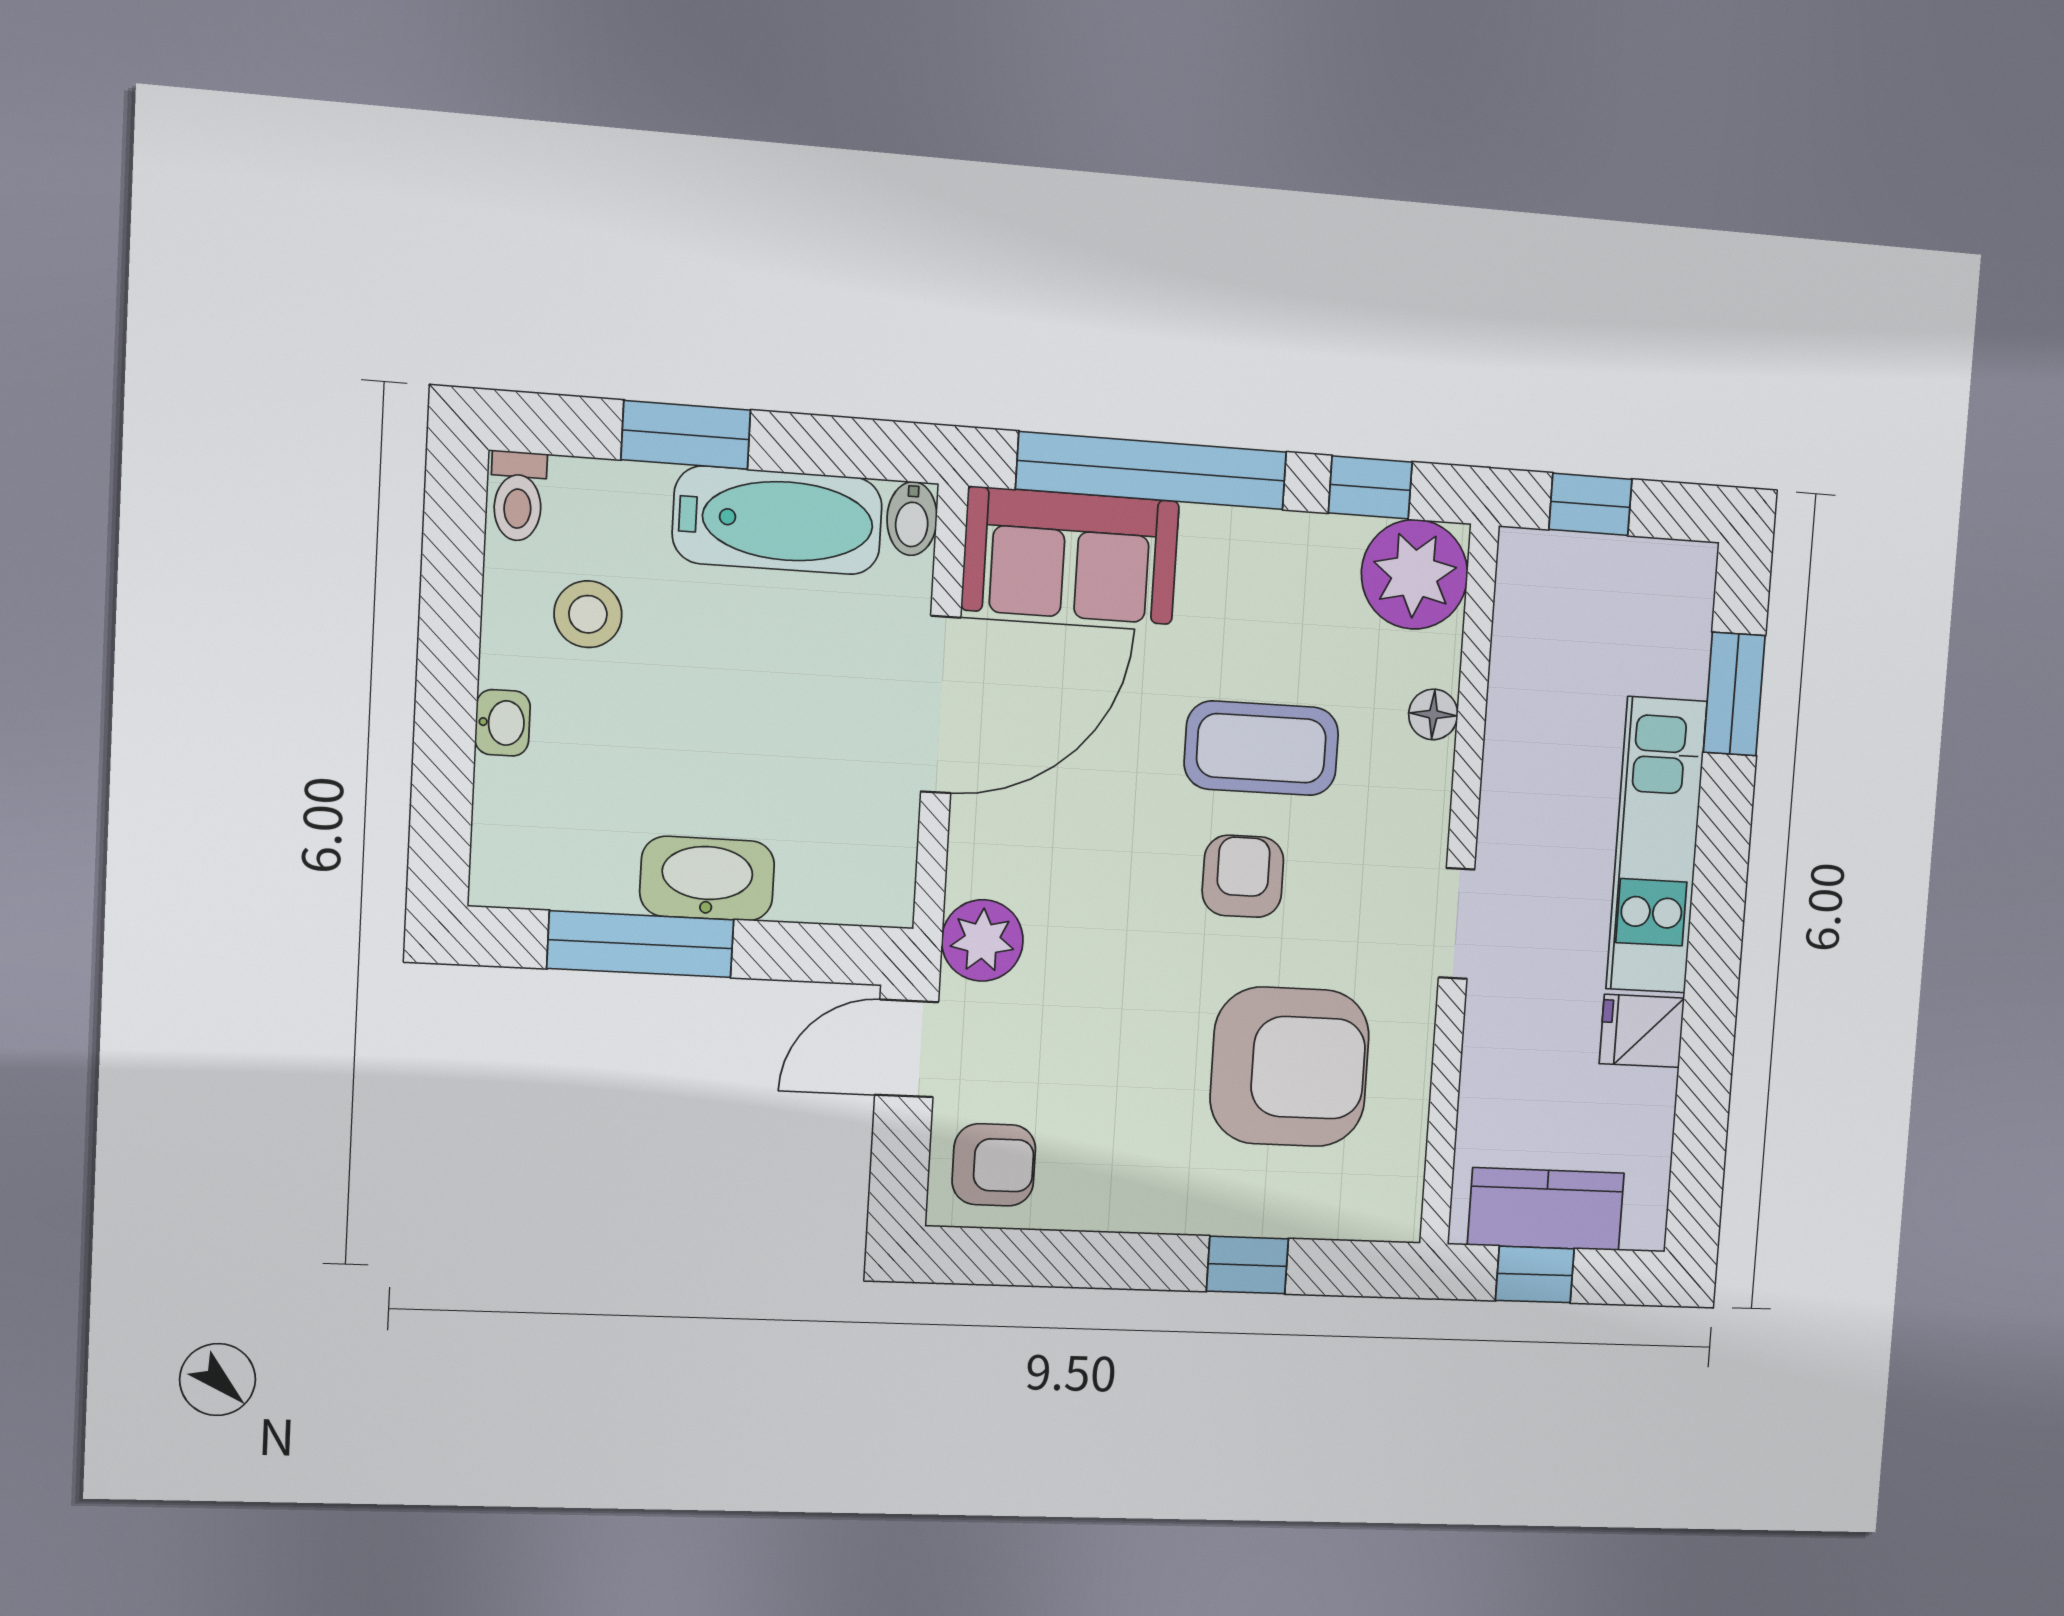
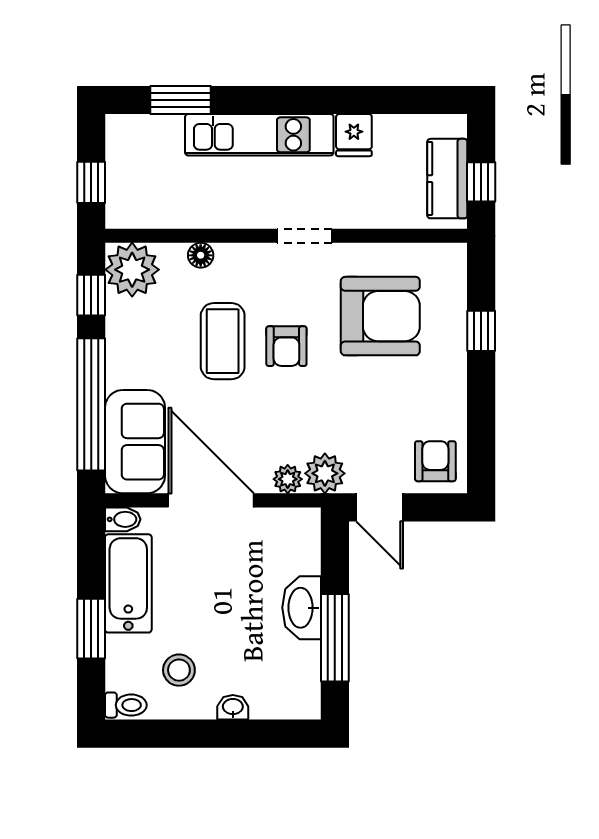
plant: (975, 864) -> (288, 479), added
armchair: (1243, 876) -> (286, 346), turned -90
armchair: (1290, 1067) -> (380, 316), turned 90

